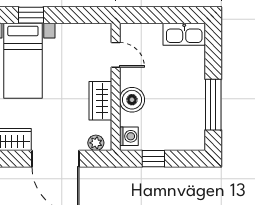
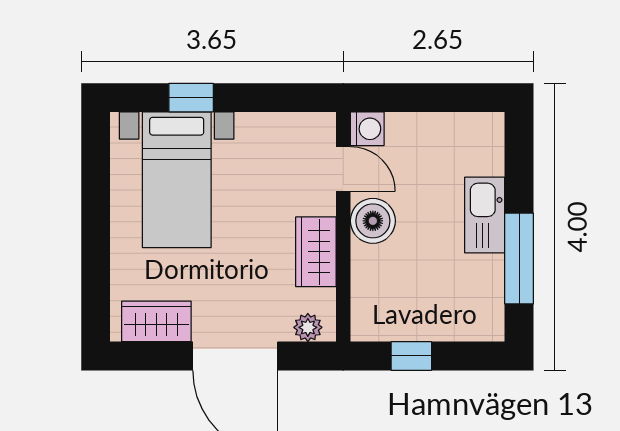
kitchen sink: (184, 34) -> (485, 215), moved, turned 90
boiler: (132, 100) -> (373, 221), moved
washing machine: (129, 136) -> (367, 129), moved

